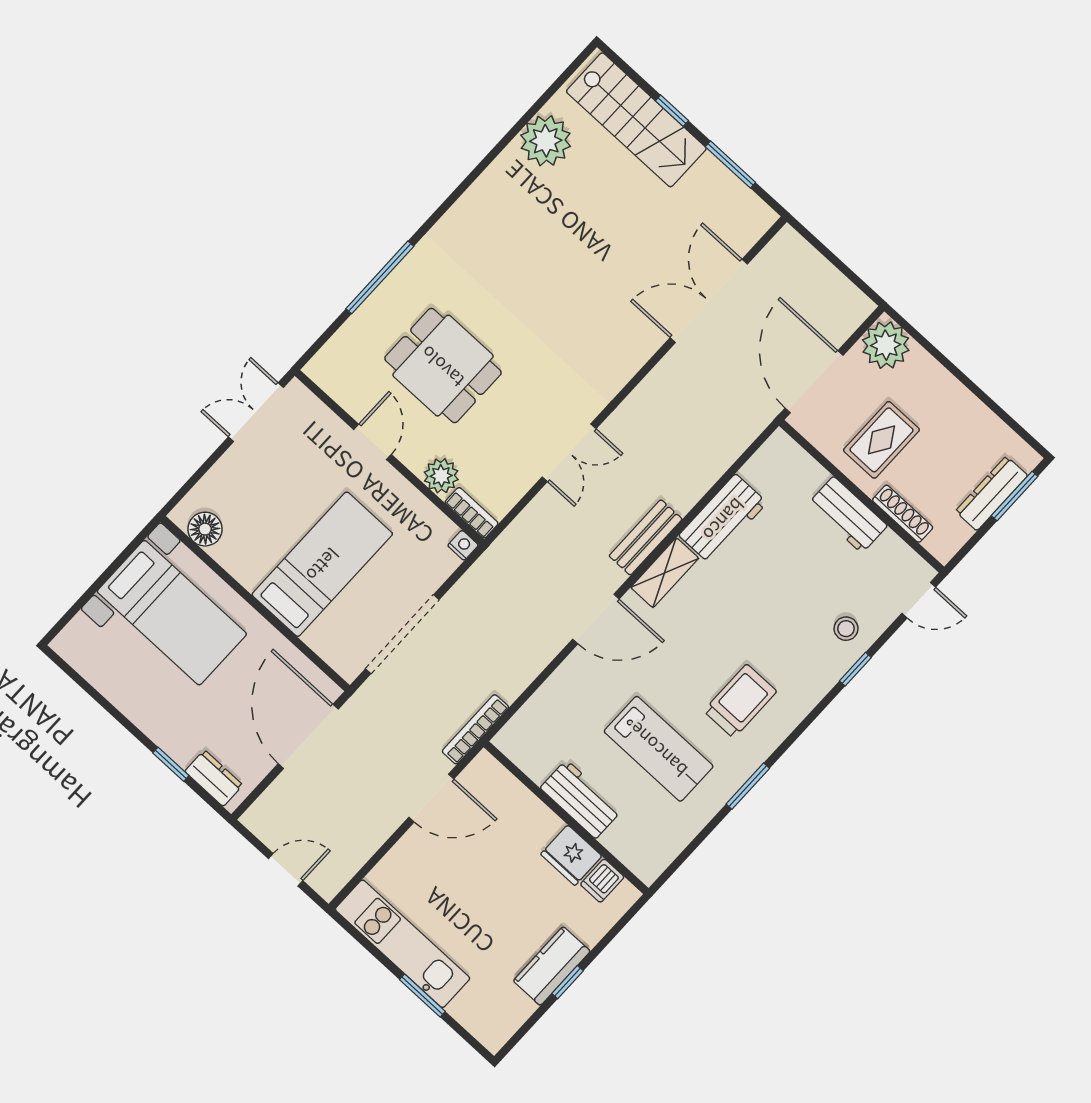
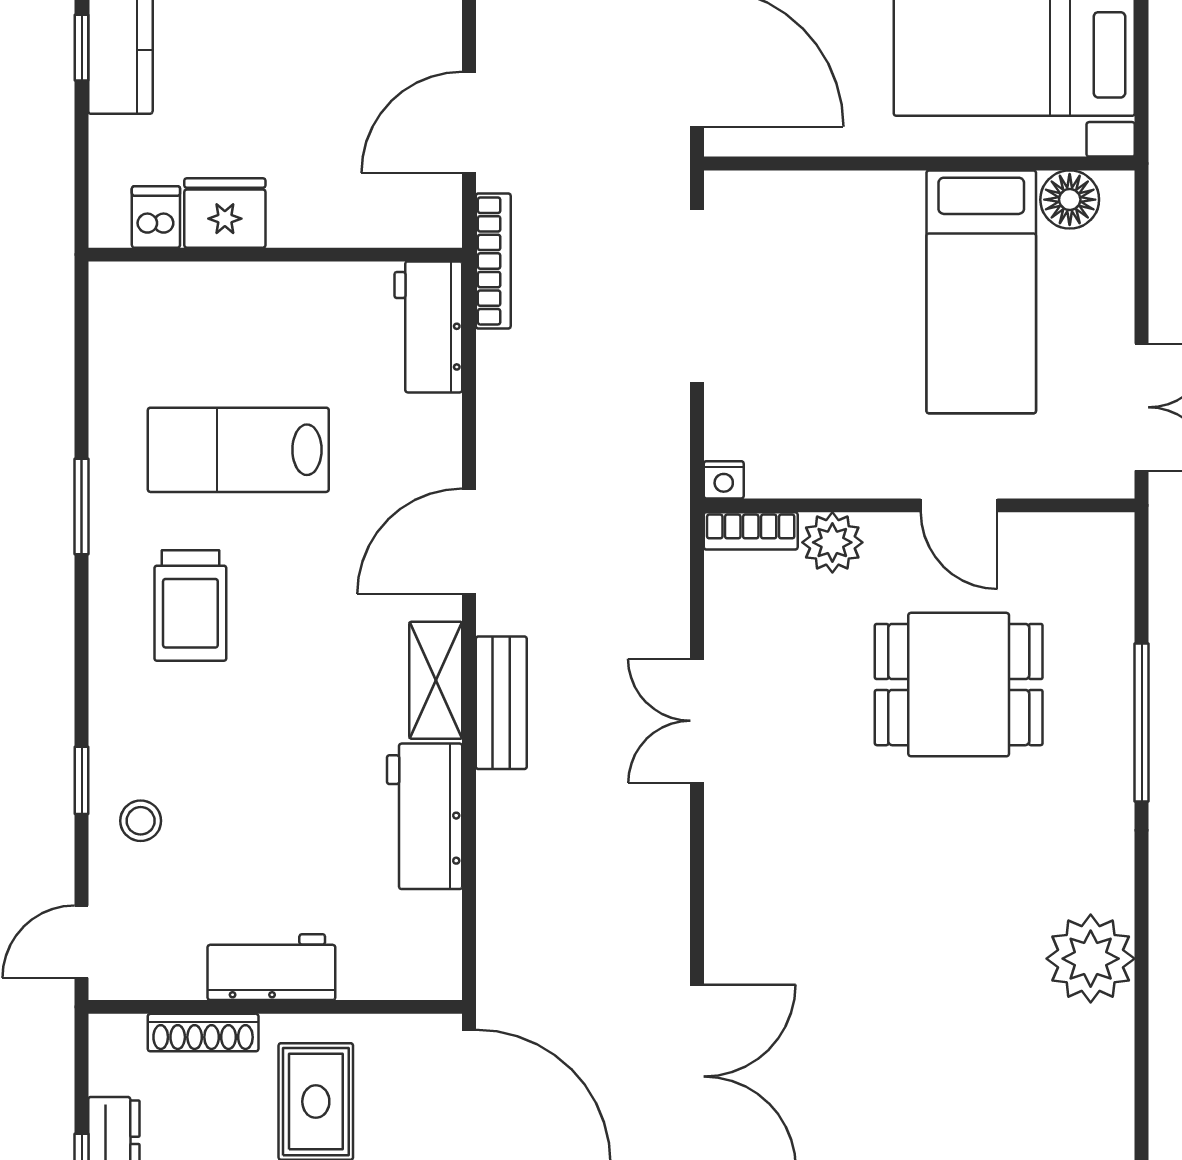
plant: (546, 141) -> (1091, 959), moved
bed: (322, 564) -> (981, 292), moved
workbench: (581, 799) -> (428, 327), moved, turned 90

